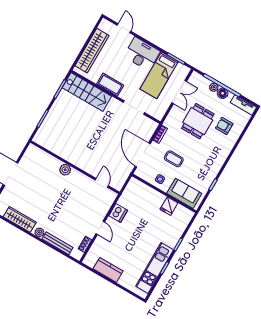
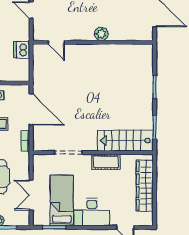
wall: (75, 167) -> (93, 42), moved
plant: (65, 170) -> (101, 34), moved
door: (102, 183) -> (56, 42), moved
dishwasher: (118, 213) -> (22, 50), moved

